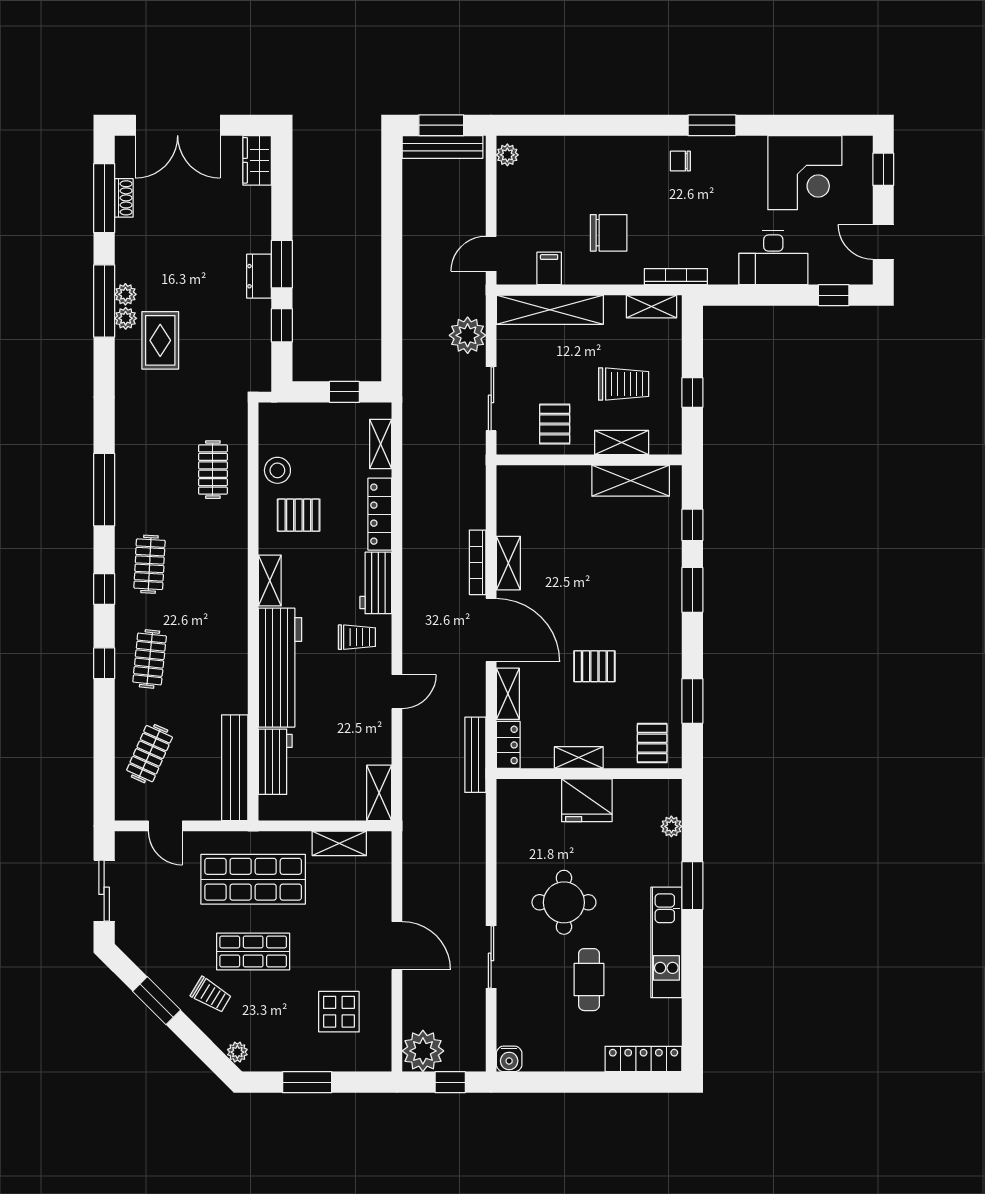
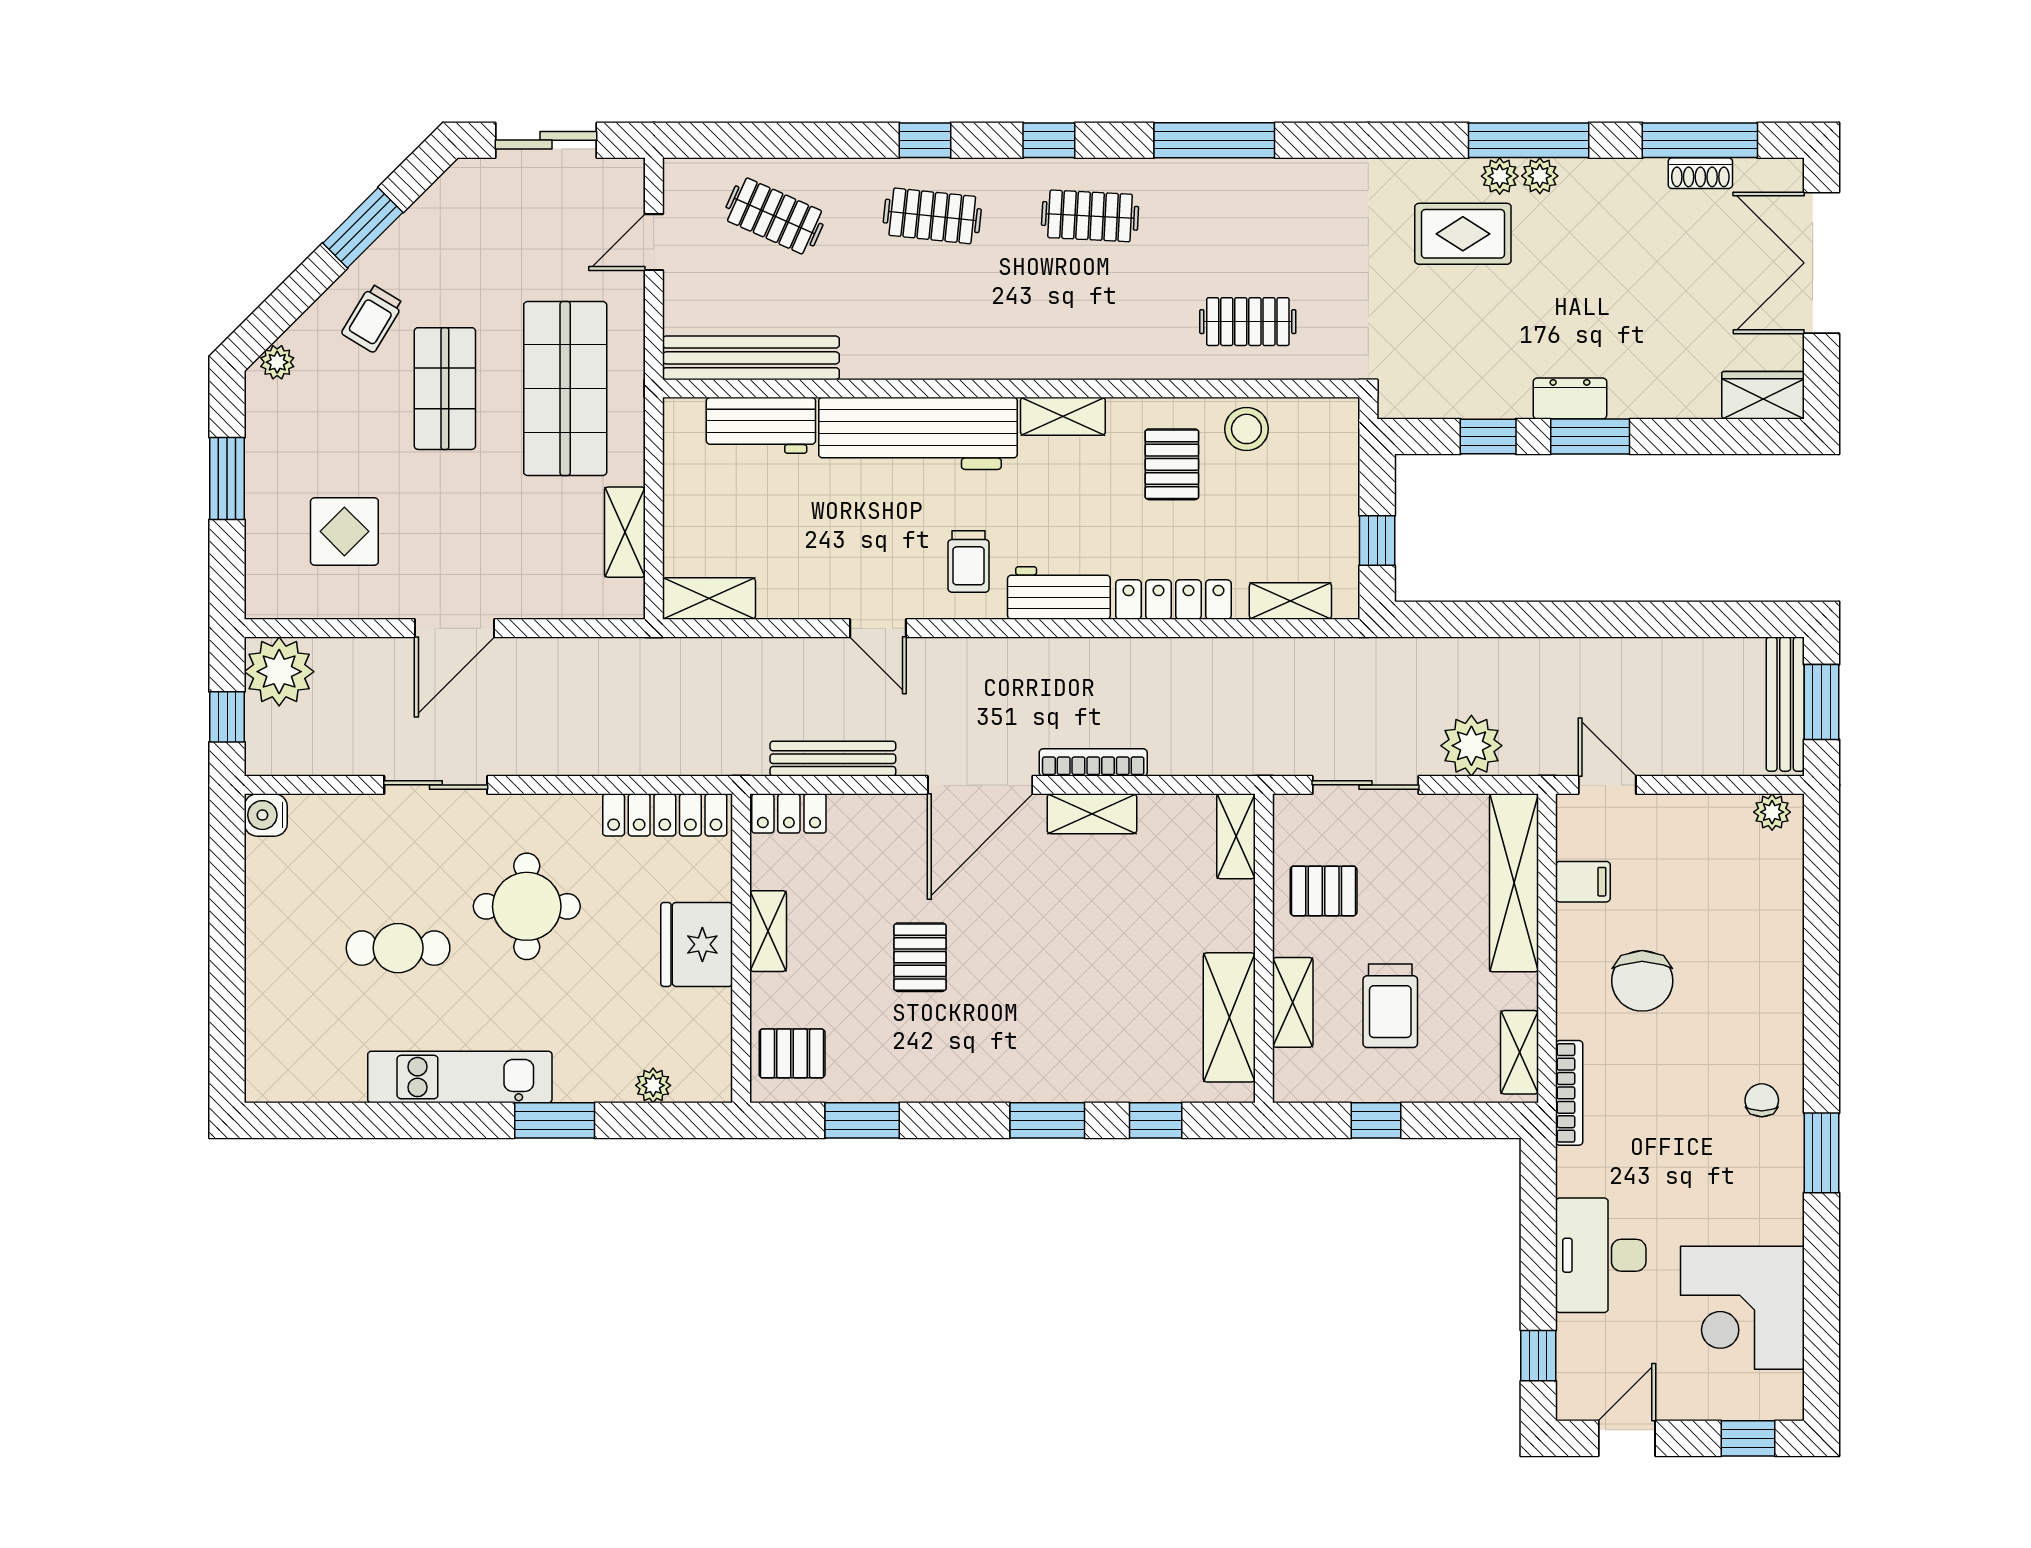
shelving: (508, 694) -> (1236, 836), moved, turned 90
bench: (475, 755) -> (833, 759), moved
locker: (644, 1059) -> (665, 815), moved, turned 90

